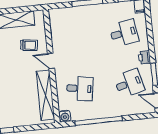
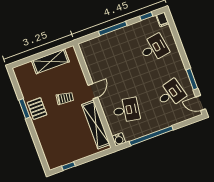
trolley: (29, 45) -> (65, 98), moved
printer: (144, 57) -> (179, 66), removed
door: (51, 61) -> (93, 91), swing flipped

